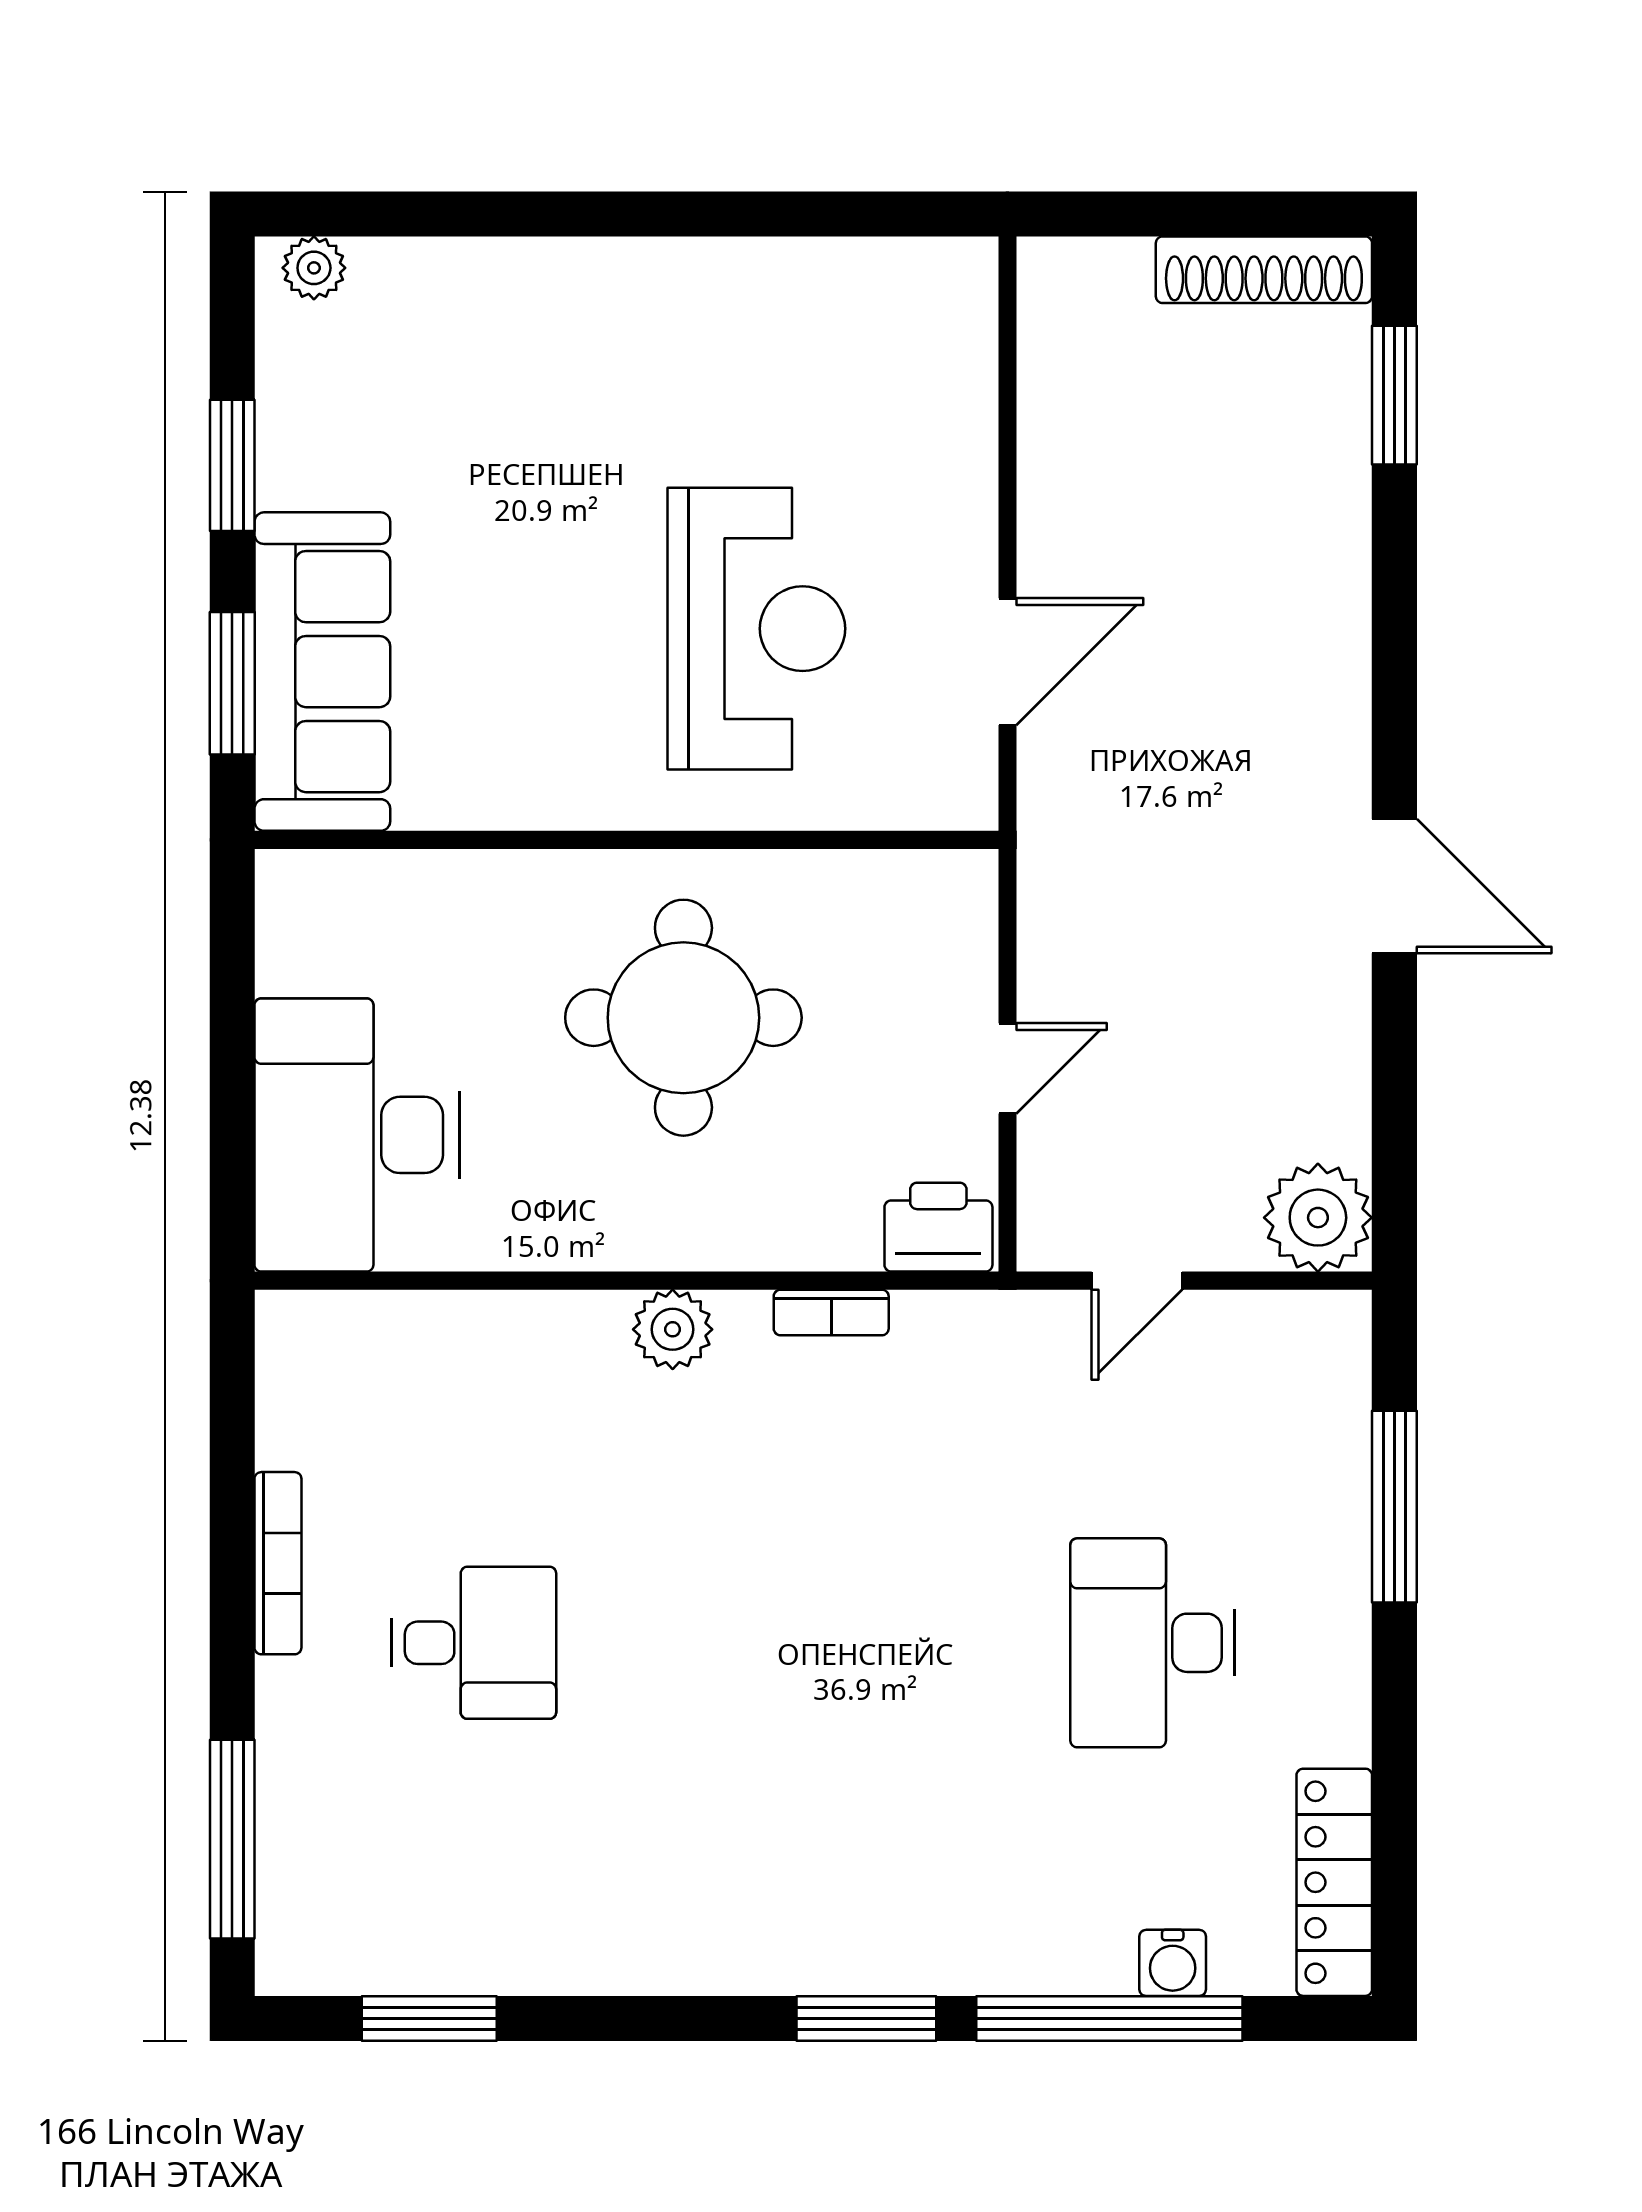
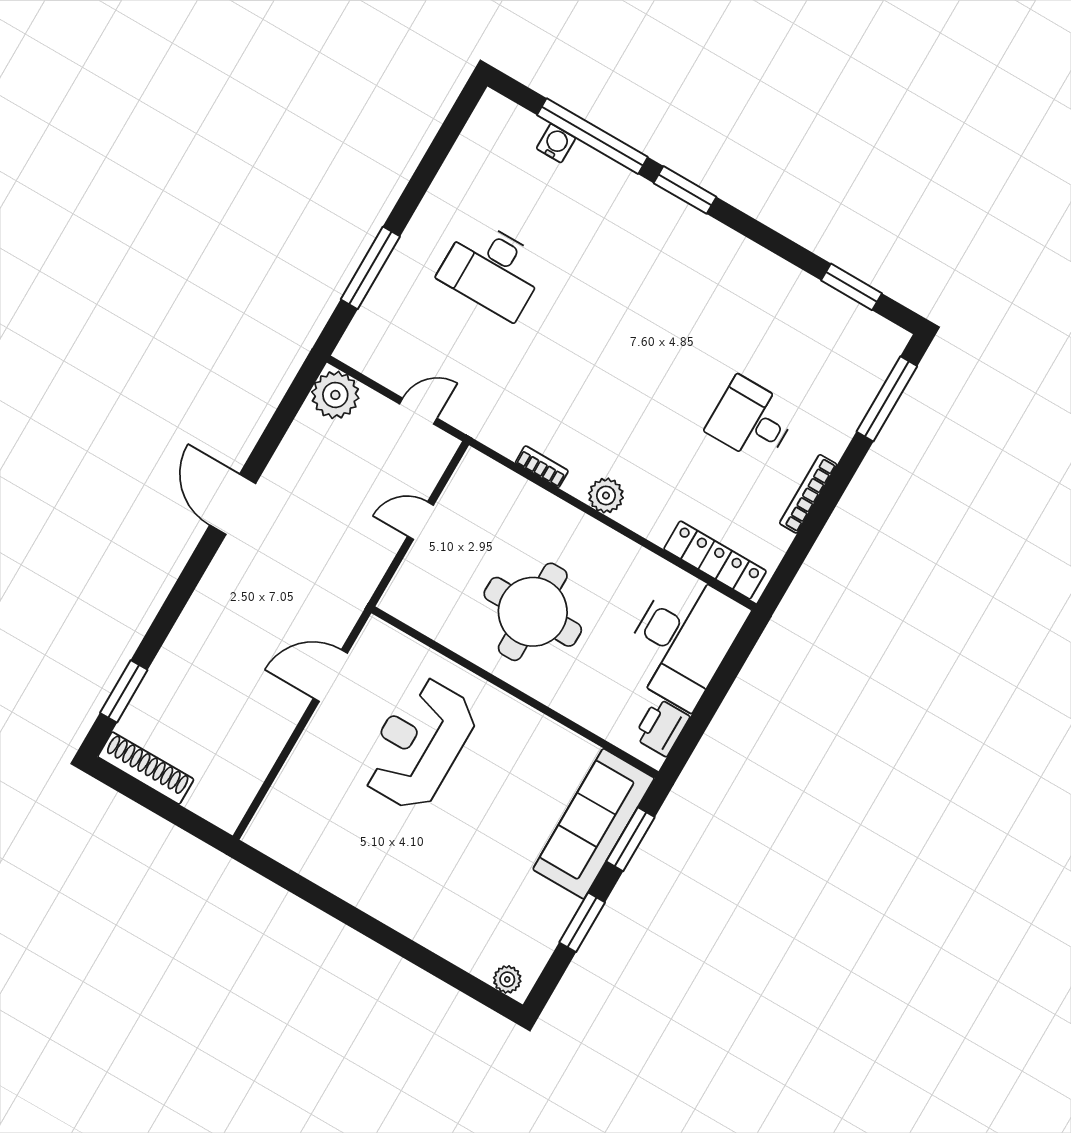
printer: (938, 1227) -> (662, 727), moved, turned 90
desk: (1153, 1643) -> (493, 270), turned 90
locker: (1334, 1882) -> (715, 560), moved, turned -90

